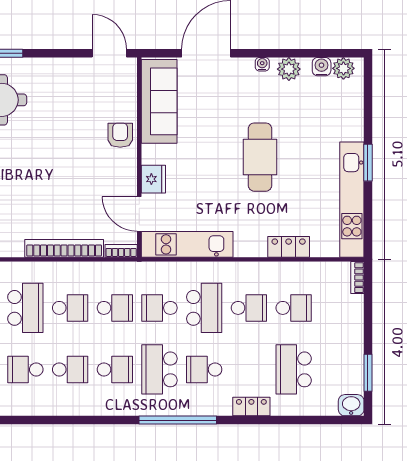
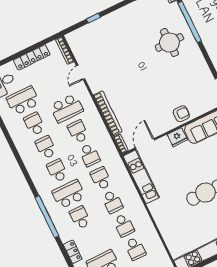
fridge: (153, 179) -> (177, 137), moved
locker: (289, 247) -> (166, 230), removed
school desk: (70, 308) -> (78, 132), turned 180
school desk: (204, 308) -> (112, 202), width x0.54
school desk: (70, 369) -> (46, 147), turned 180
school desk: (115, 369) -> (57, 171), turned 180

